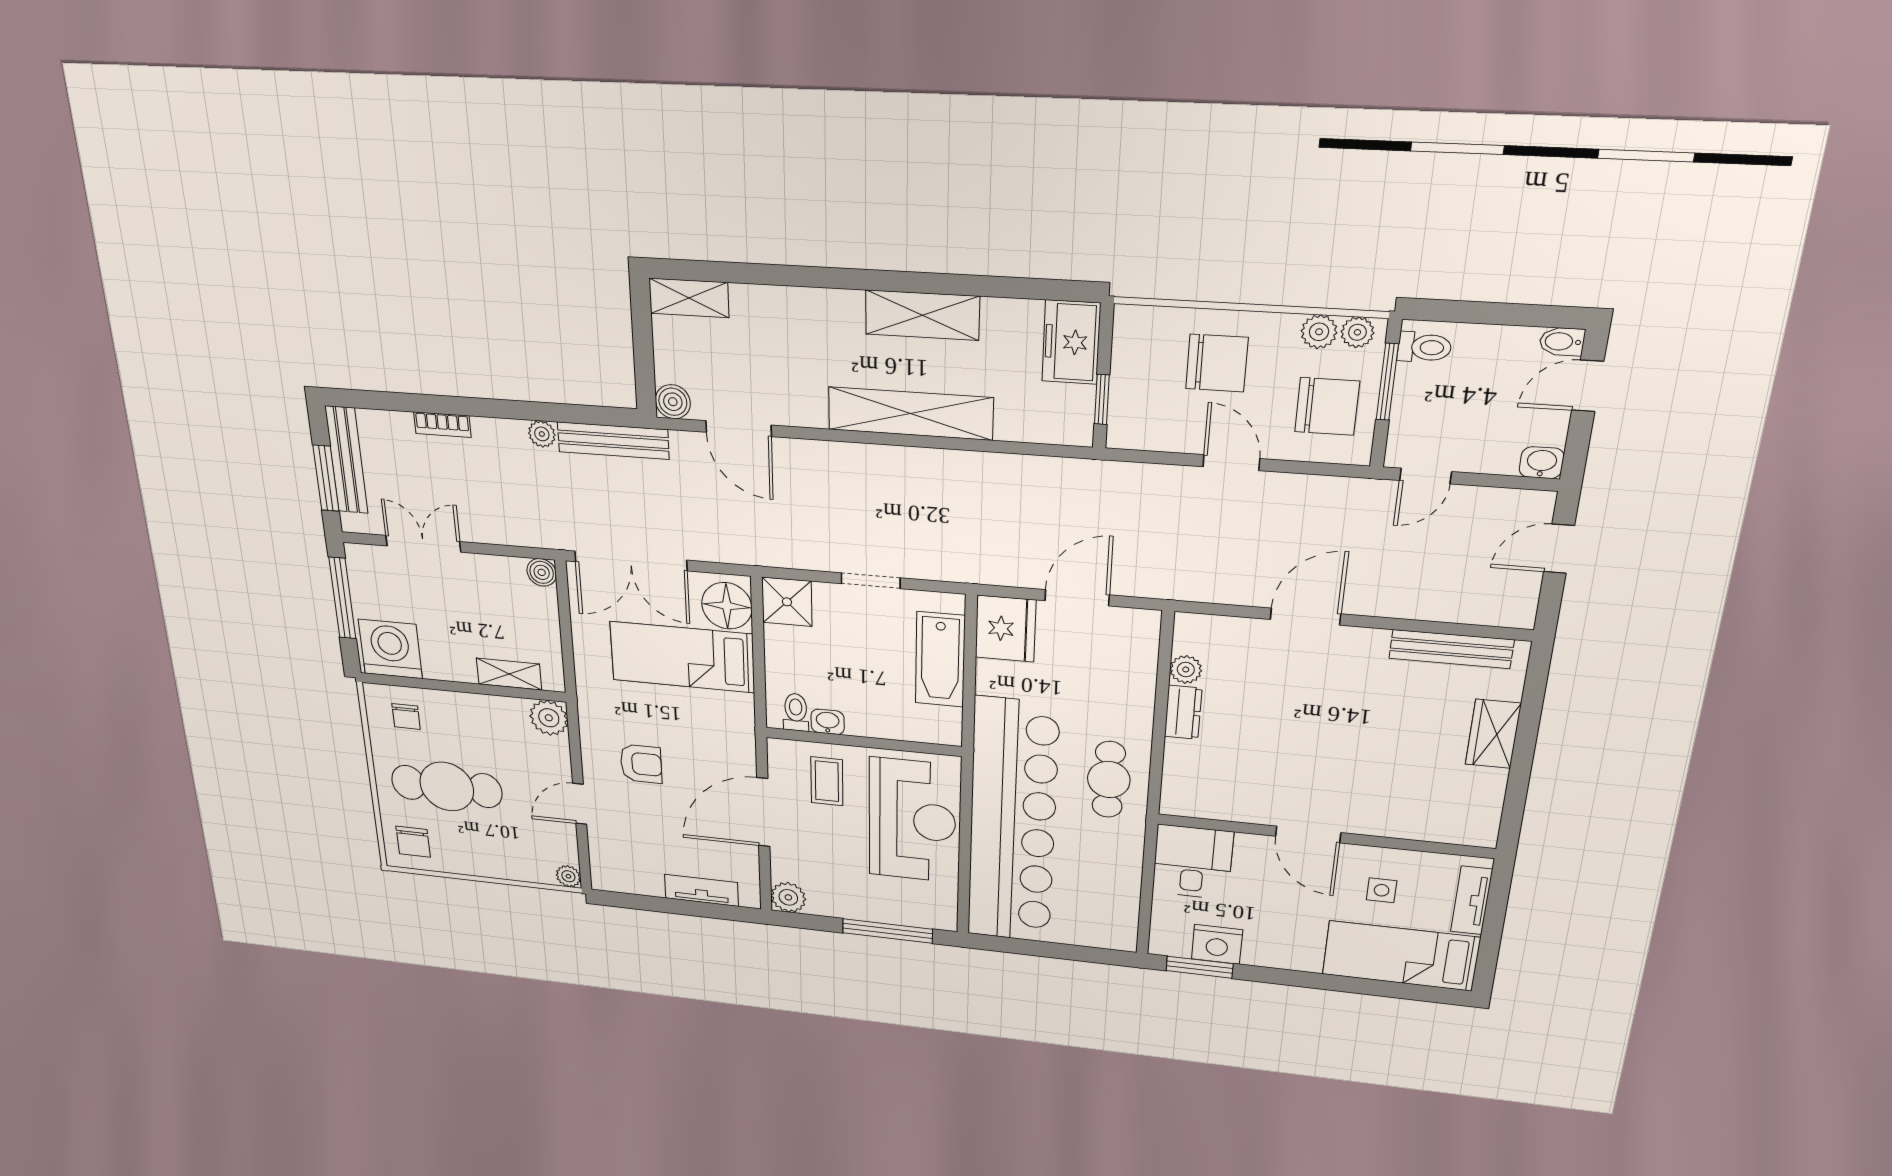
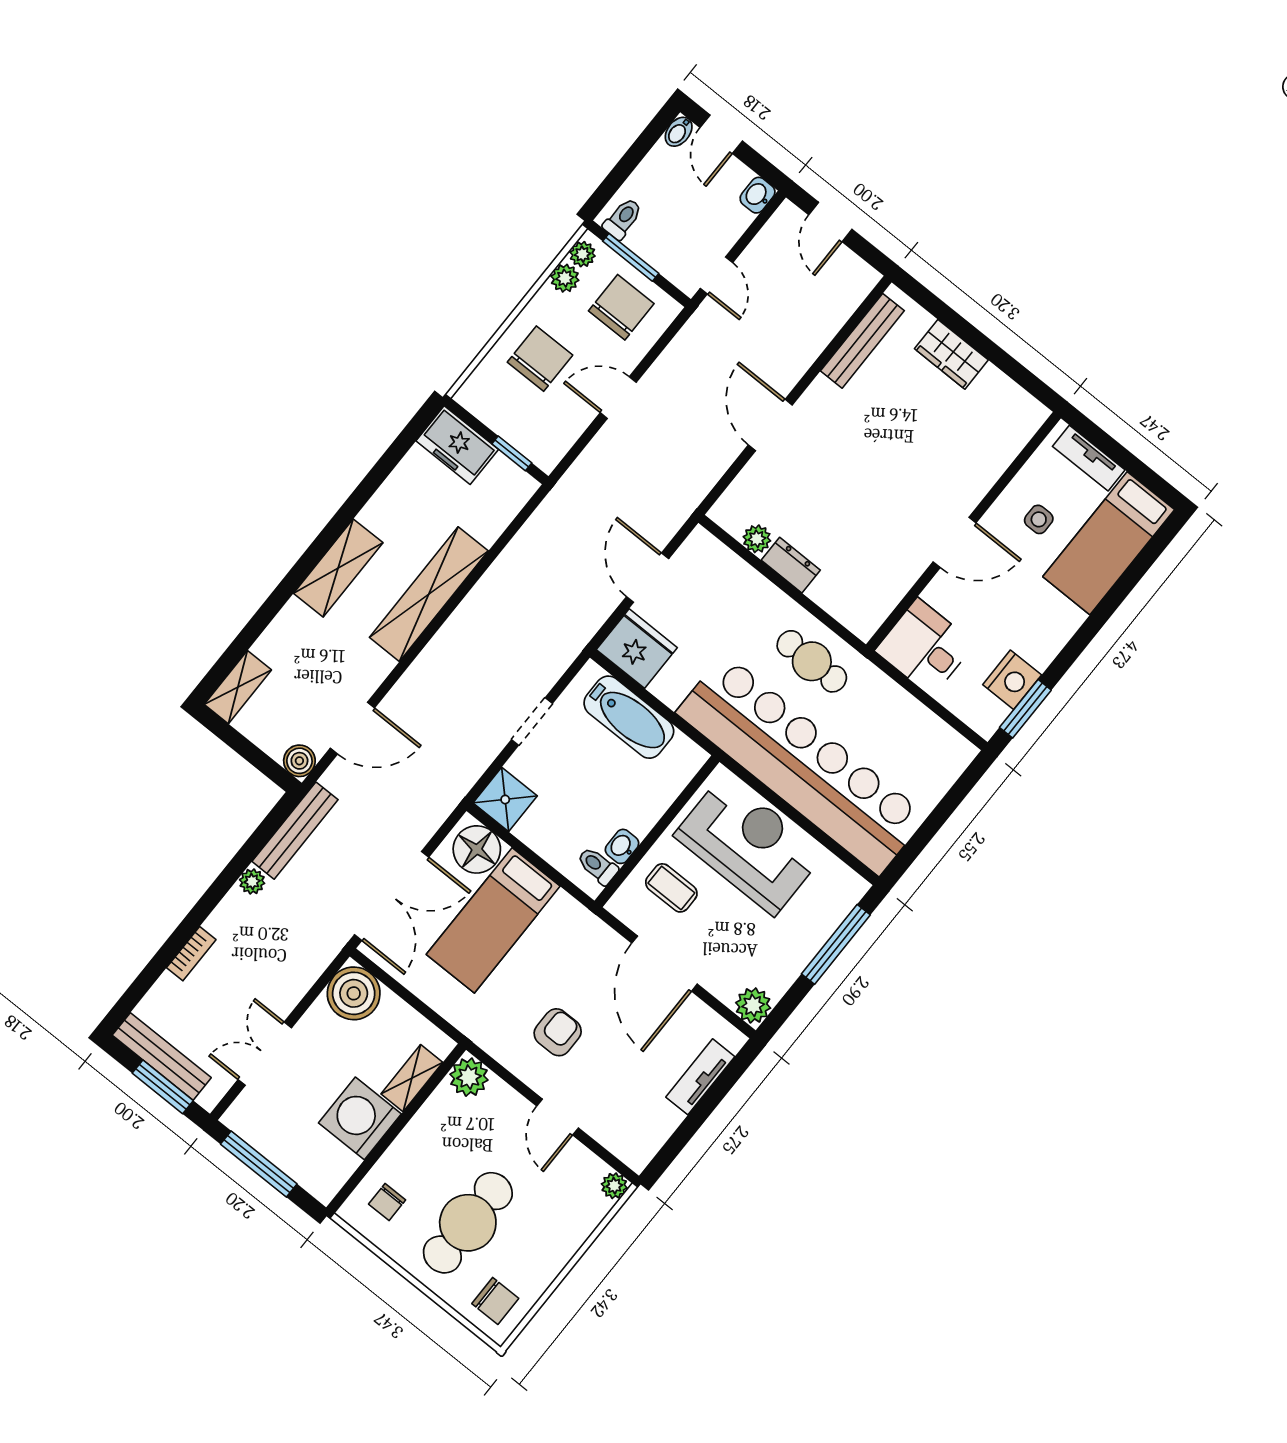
shelving: (922, 315) -> (338, 568), moved
boiler: (542, 572) -> (354, 993), width x1.86, depth x1.86
washing machine: (390, 649) -> (360, 1118), moved
chair: (406, 716) -> (387, 1202), turned 90

